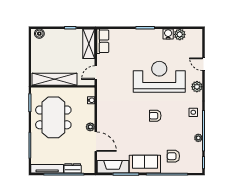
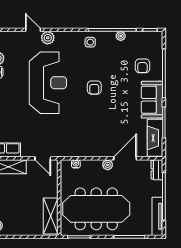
door: (203, 64) -> (33, 30), swing flipped
reception desk: (159, 77) -> (48, 83), turned 180
shelving: (55, 79) -> (51, 216), width x0.68
plant: (197, 87) -> (48, 38), moved
meeting table: (53, 117) -> (96, 209), width x1.36
dresser: (73, 168) -> (157, 170), moved

